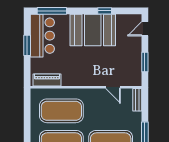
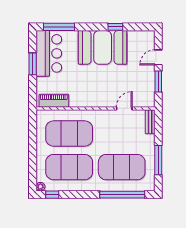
door: (145, 29) -> (158, 57), moved
door: (113, 87) -> (124, 108), swing flipped

